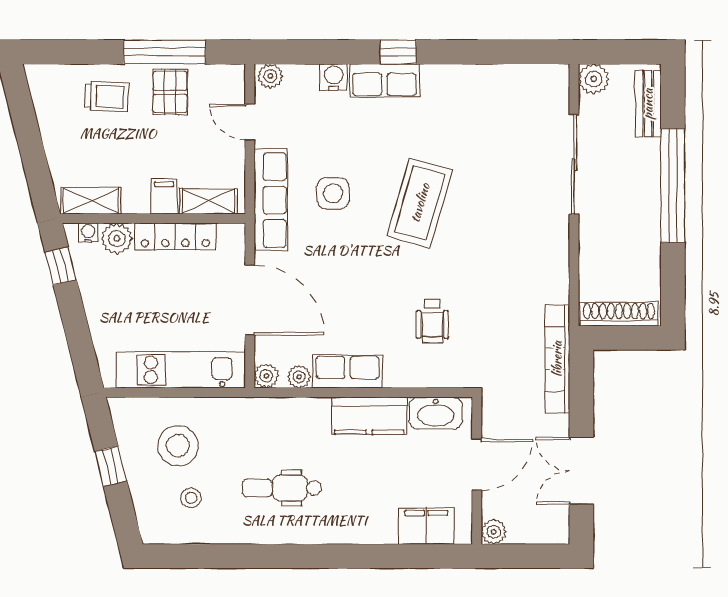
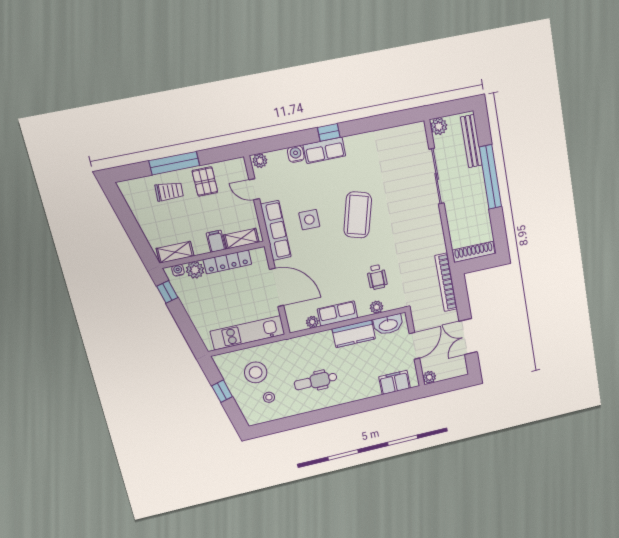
window: (165, 52) -> (174, 163), moved
bench: (648, 104) -> (471, 141), width x1.36
plant: (266, 376) -> (377, 307), moved

